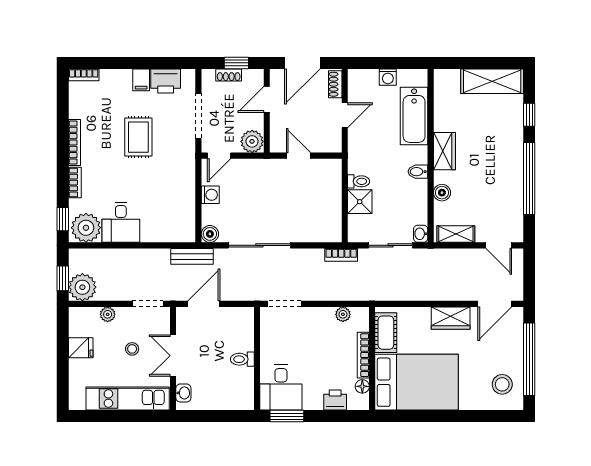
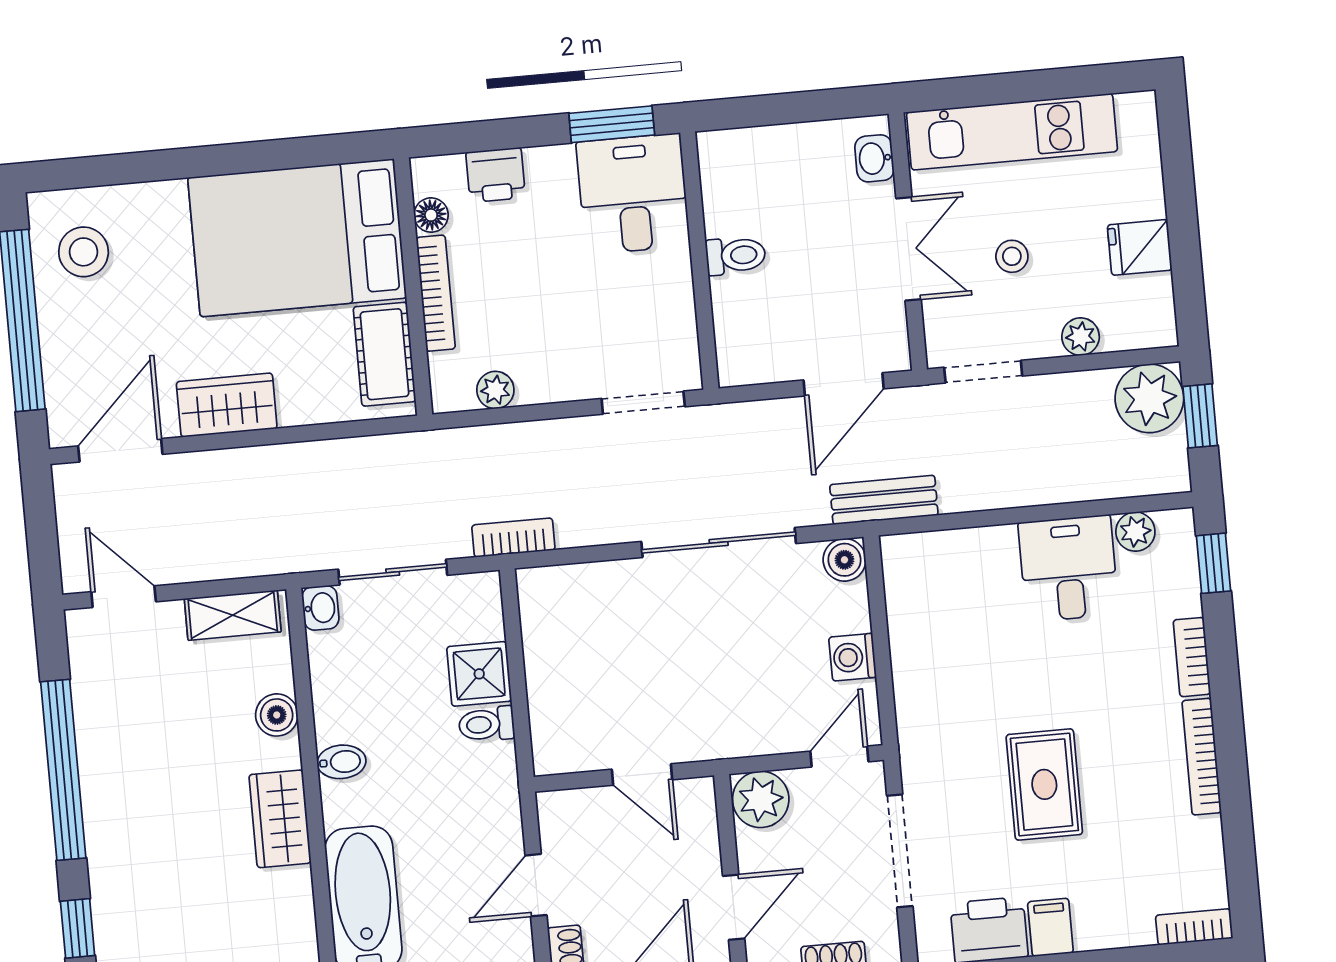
plant: (86, 228) -> (1135, 532), width x0.53, depth x0.53

